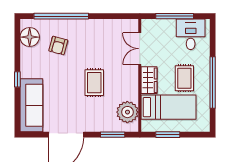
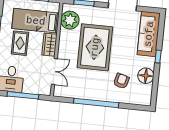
window: (61, 16) -> (96, 103), moved
floor lamp: (30, 37) -> (146, 76), moved
rug: (94, 83) -> (95, 47), width x1.86, depth x2.06

